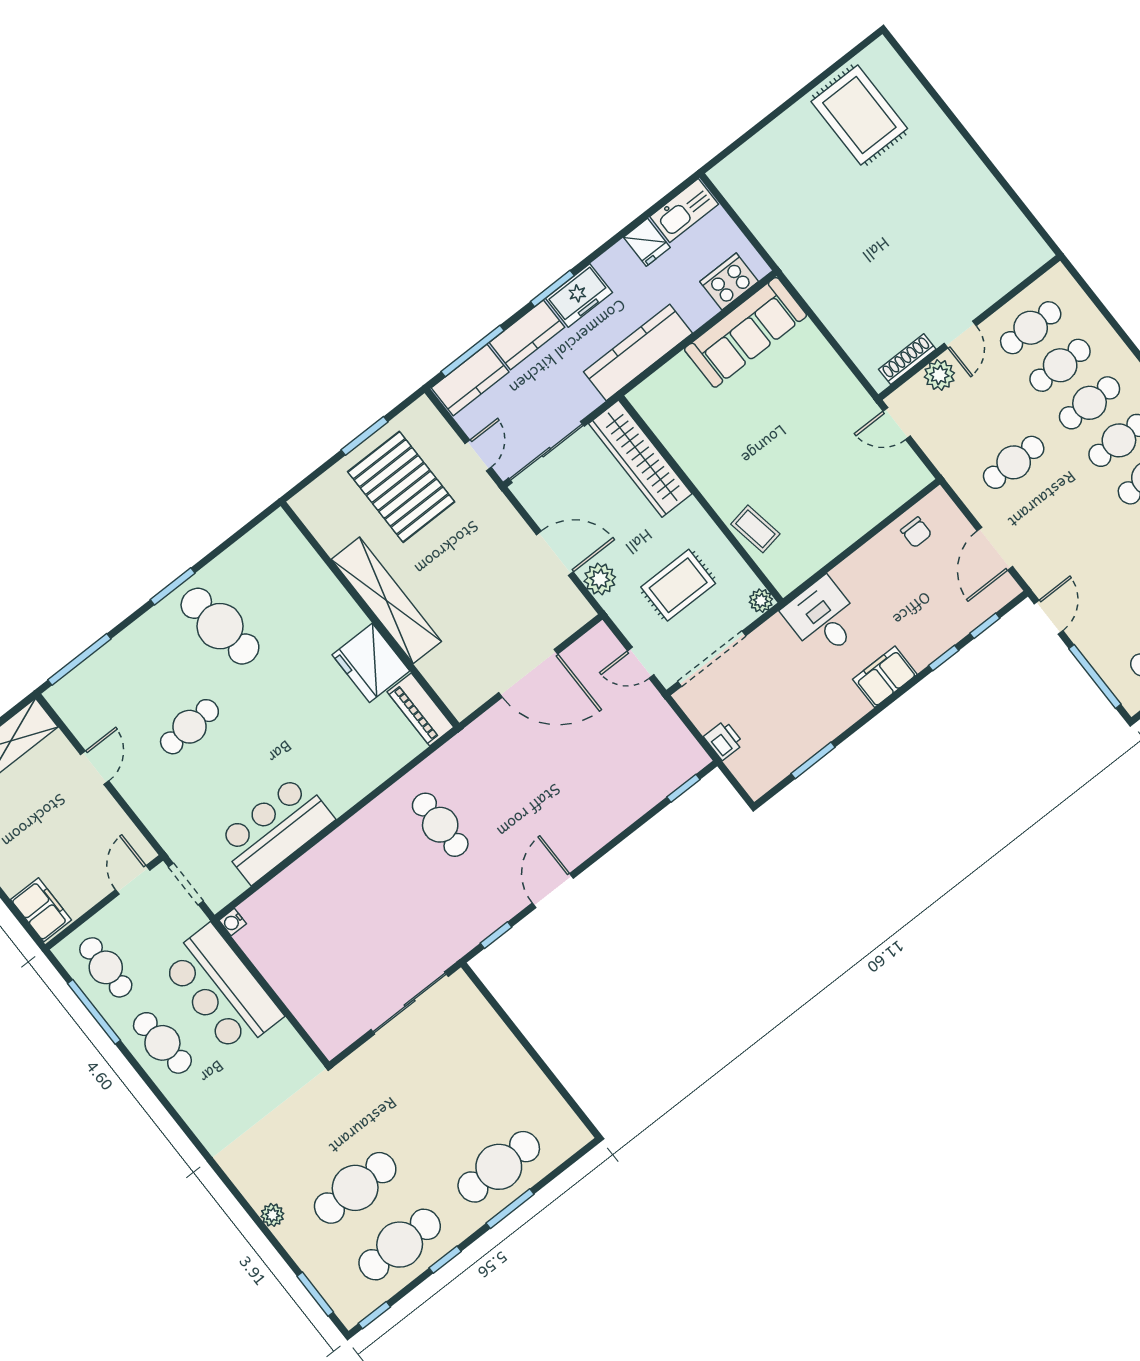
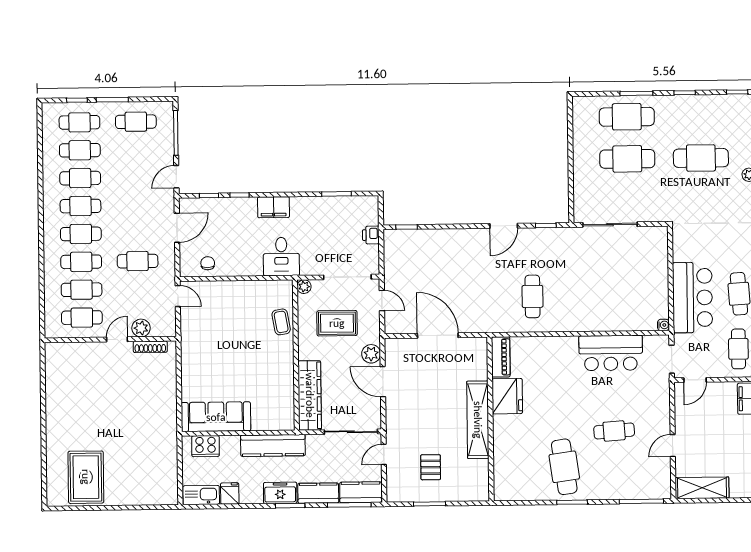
door: (897, 423) -> (178, 296), moved
pallet: (401, 487) -> (431, 467), width x0.49, depth x0.50
cafe table: (400, 1245) -> (627, 159), moved

